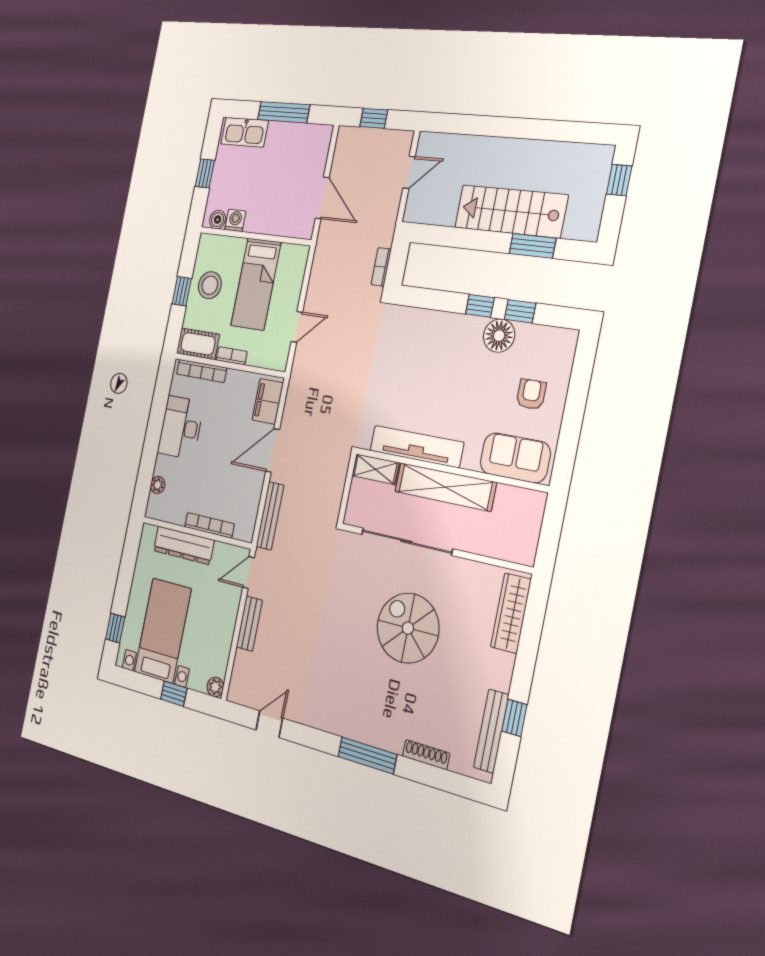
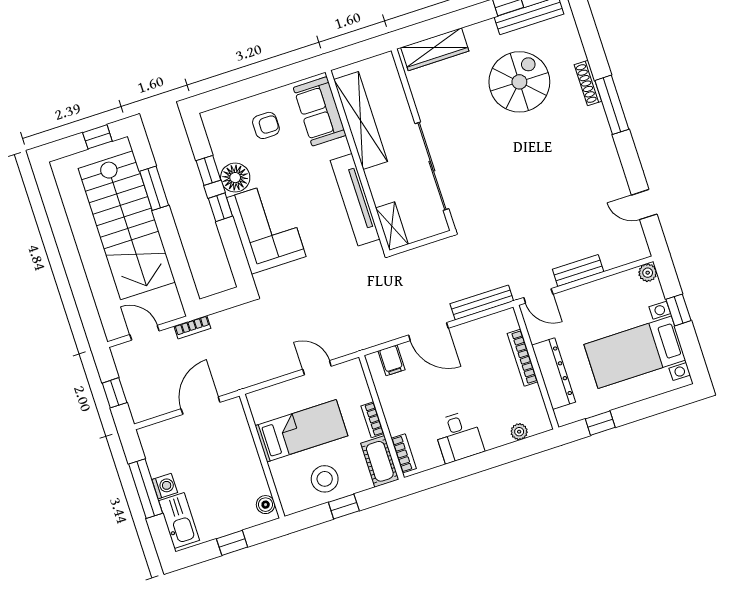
window: (619, 180) -> (97, 137), moved
stairs: (511, 211) -> (127, 225), width x1.36, depth x1.51
washing machine: (235, 220) -> (165, 486), moved, turned 180
bookcase: (381, 267) -> (192, 327), moved
corner sofa: (438, 343) -> (266, 227), added
bookcase: (202, 371) -> (404, 453), width x0.64
armchair: (531, 394) -> (266, 125), turned 180
filing cabinet: (268, 401) -> (391, 360), width x0.50
desk: (181, 427) -> (459, 437), width x0.73
shelving: (445, 487) -> (361, 121), moved
window: (115, 628) -> (600, 423), moved
spiral stairs: (408, 628) -> (519, 82), moved, turned 180
shoe rack: (426, 755) -> (588, 83), moved

